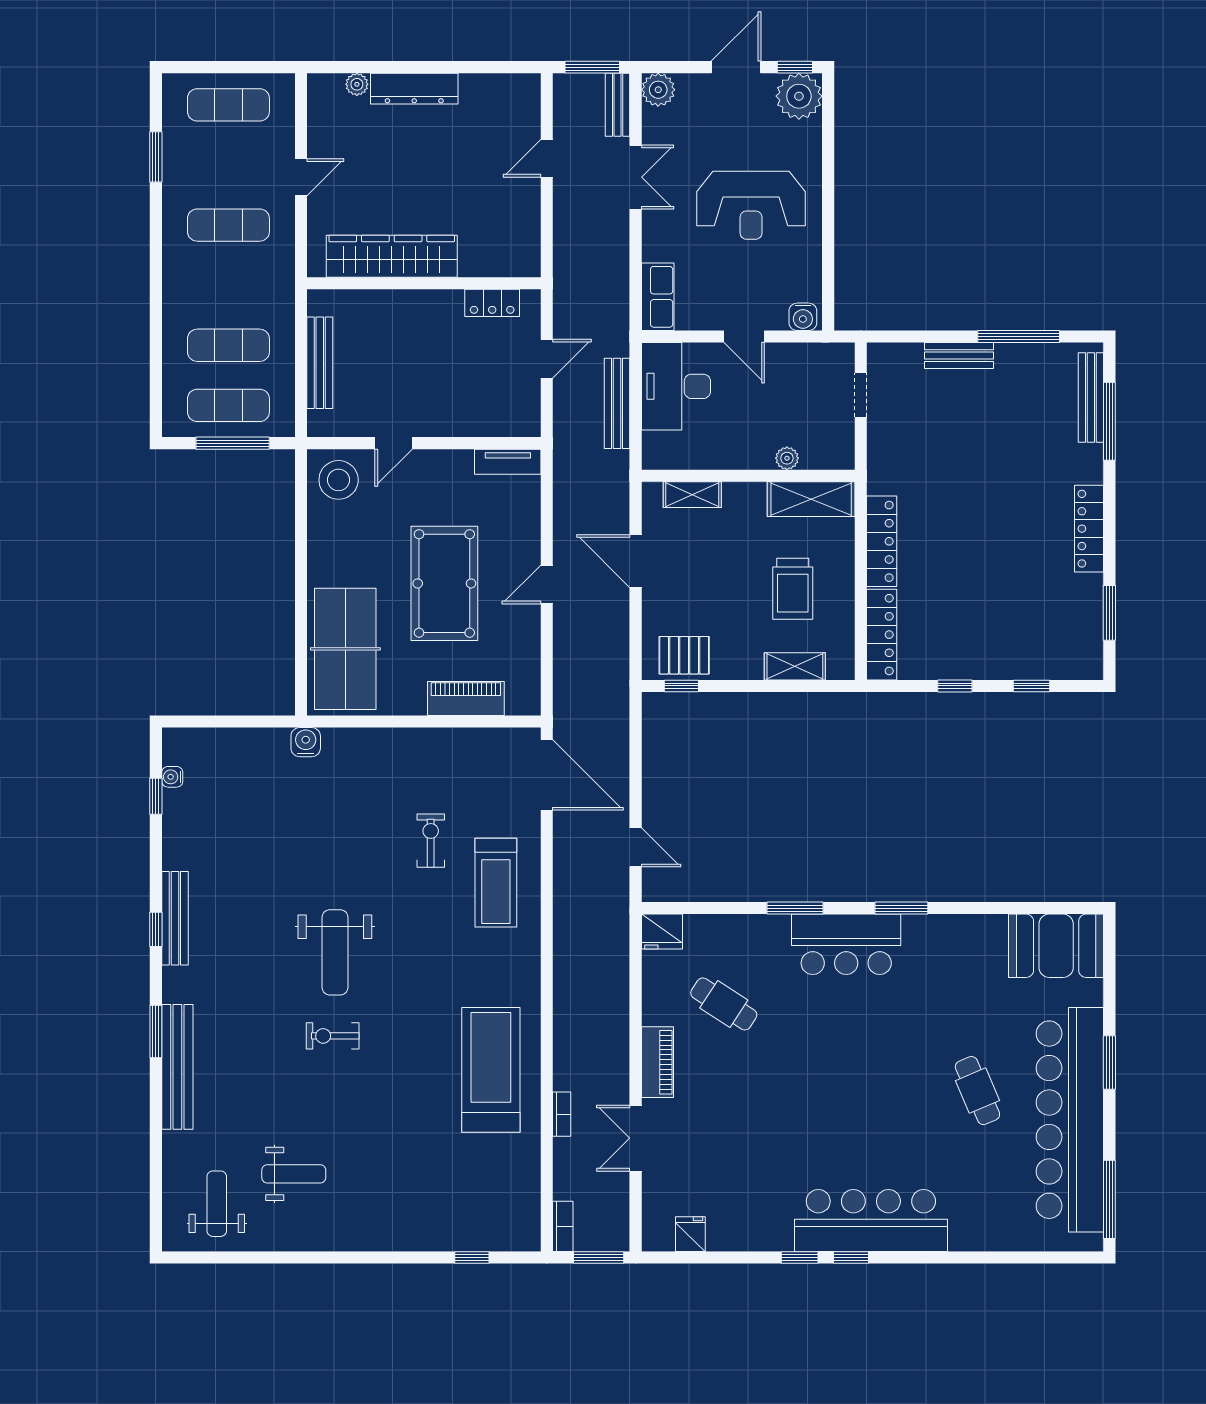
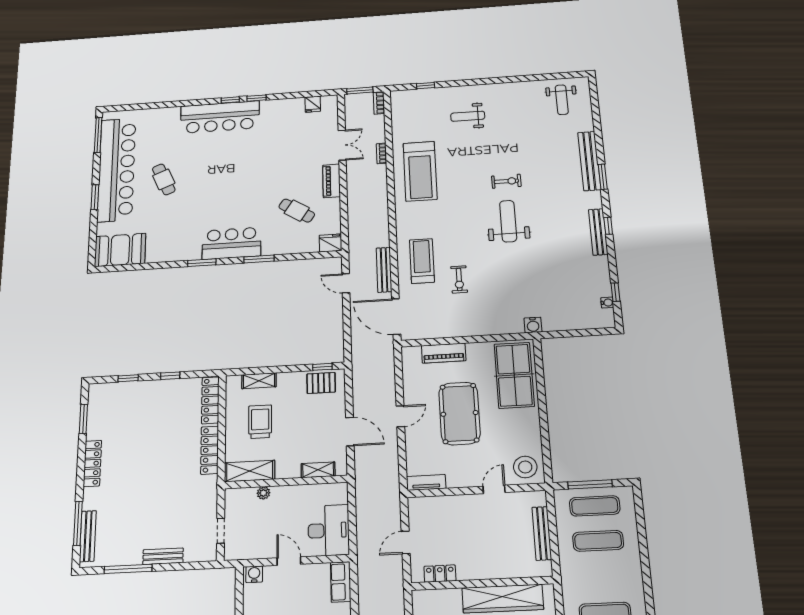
bench: (617, 403) -> (384, 270), moved
weight bench: (294, 1174) -> (468, 116), moved

